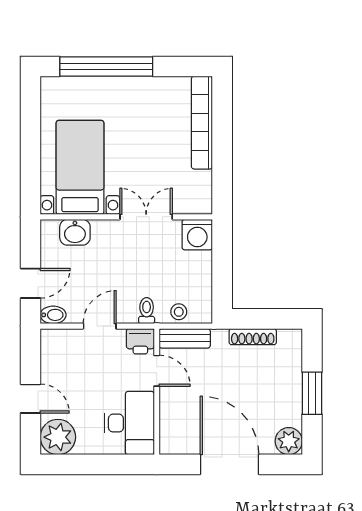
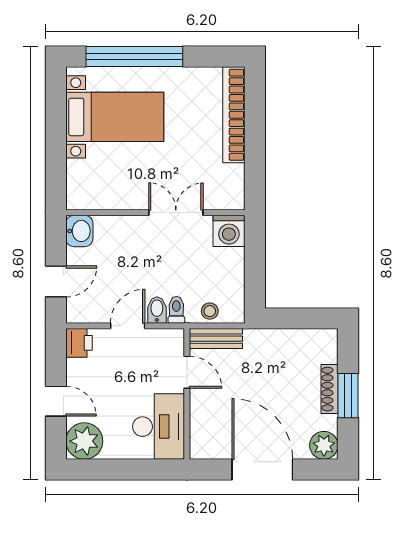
bed with nightstands: (80, 167) -> (115, 117), moved, turned 90
washbasin: (75, 232) -> (79, 231), moved, turned -90
bidet: (53, 315) -> (157, 310), moved, turned -90
shoe rack: (253, 337) -> (330, 389), moved, turned 90
printer: (140, 341) -> (79, 343), moved, turned -90

